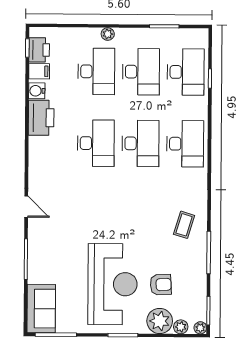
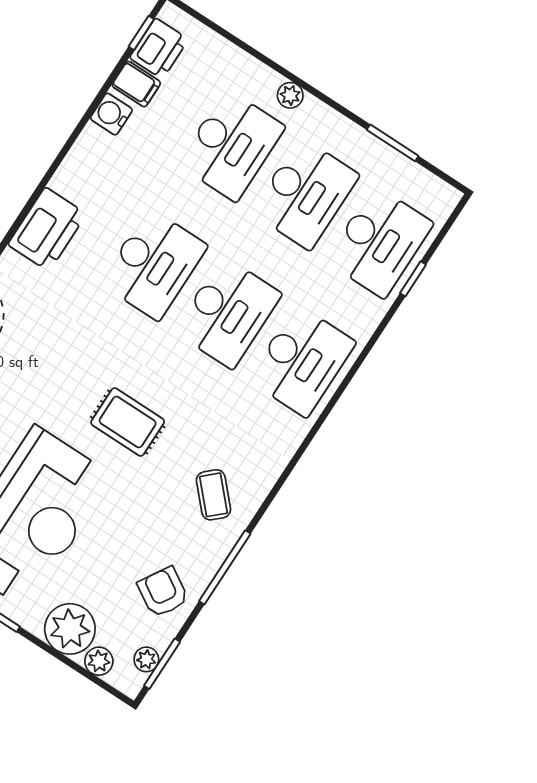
printer: (41, 118) -> (47, 229), moved
rug: (128, 217) -> (128, 422), added
coffee table: (184, 225) -> (213, 495), turned -60
armchair: (161, 285) -> (163, 592), moved, turned -146
plant: (200, 328) -> (146, 659), moved

